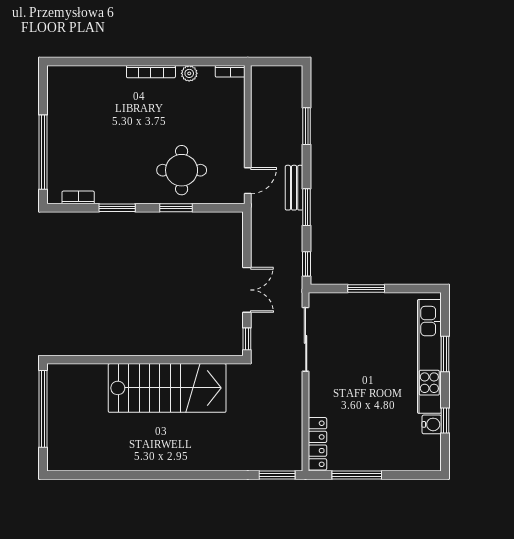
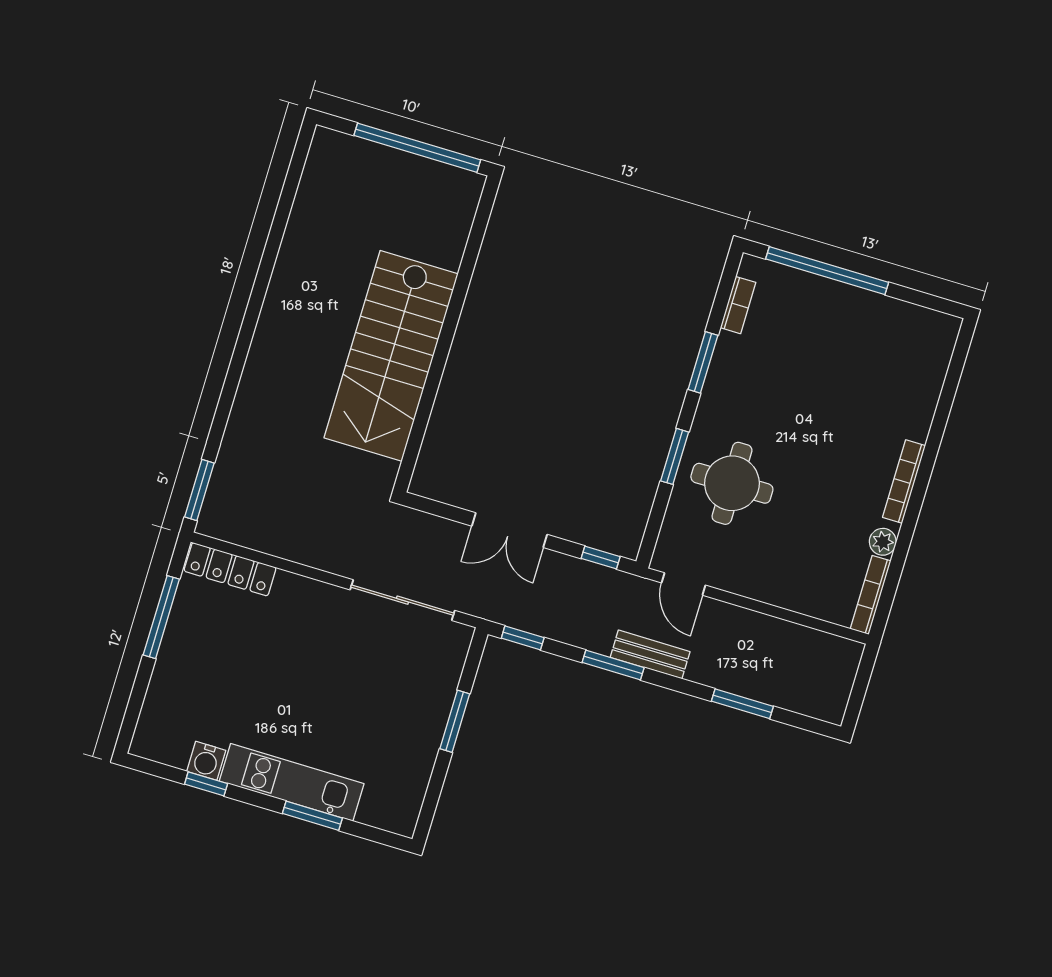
bookcase: (230, 71) -> (871, 595), width x1.56
window: (247, 339) -> (601, 558), moved
kitchen unit: (429, 356) -> (292, 782), width x0.73

